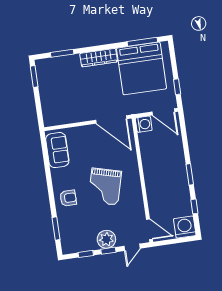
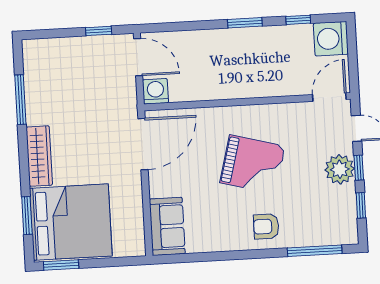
window: (142, 42) -> (20, 100), moved
bed: (142, 68) -> (71, 222), moved
door: (163, 112) -> (138, 57), hinge flipped
sofa: (57, 150) -> (167, 226), moved, turned 90
armchair: (68, 198) -> (266, 226), turned -90
window: (56, 228) -> (315, 251), width x1.44

